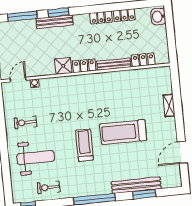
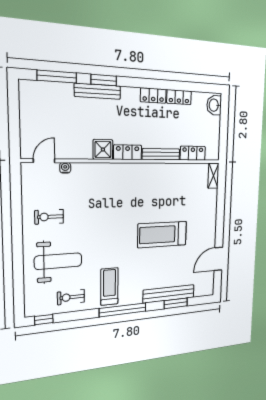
shelving: (169, 105) -> (213, 176), moved
treadmill: (84, 145) -> (109, 287), moved

